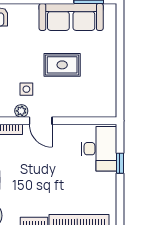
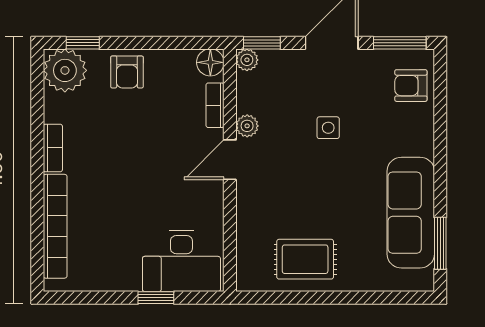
rug: (62, 65) -> (305, 259), moved, turned 90
side table: (26, 89) -> (328, 128), moved

